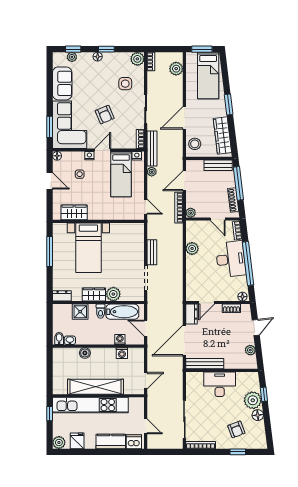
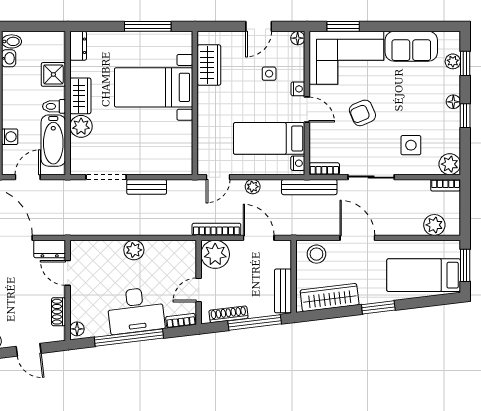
plant: (152, 172) -> (253, 187), moved
plant: (191, 213) -> (215, 254), width x1.88, depth x1.88
plant: (192, 248) -> (134, 250), moved

